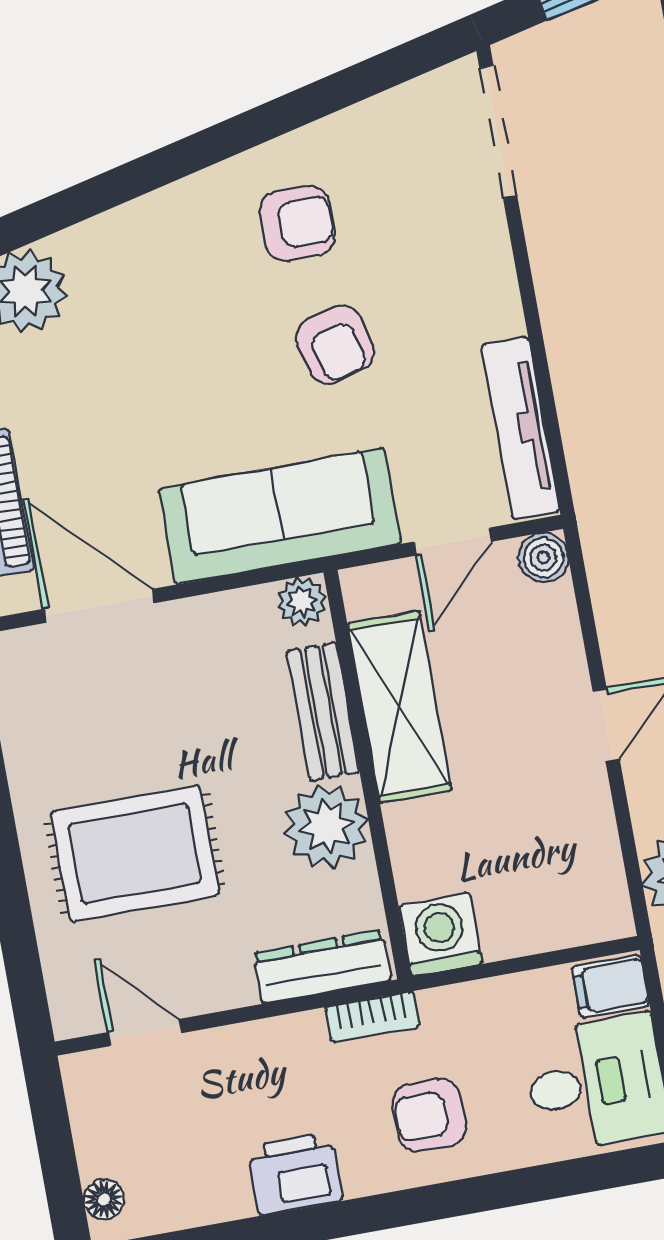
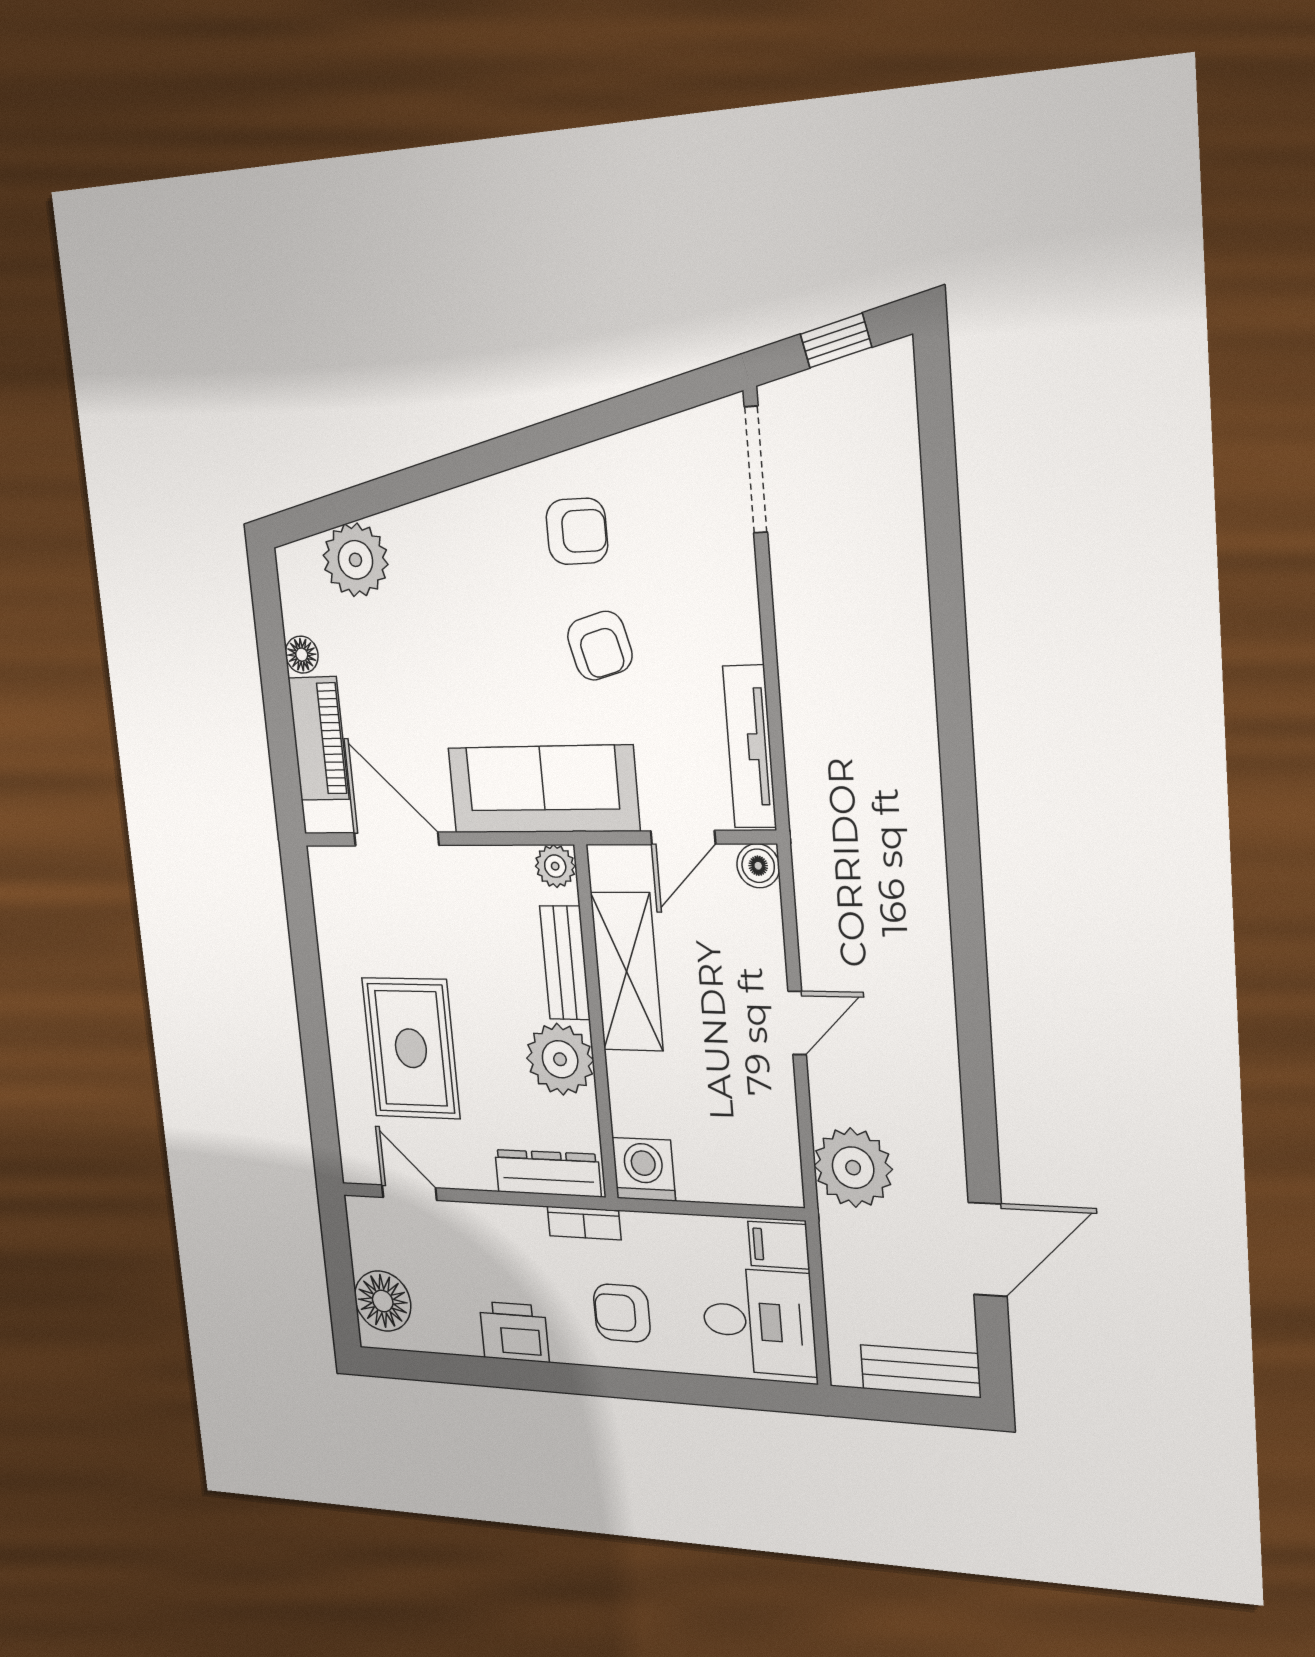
rug: (135, 853) -> (411, 1048), turned 90
floor lamp: (104, 1199) -> (383, 1301), width x1.89, depth x1.89

